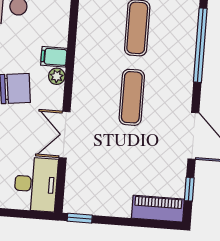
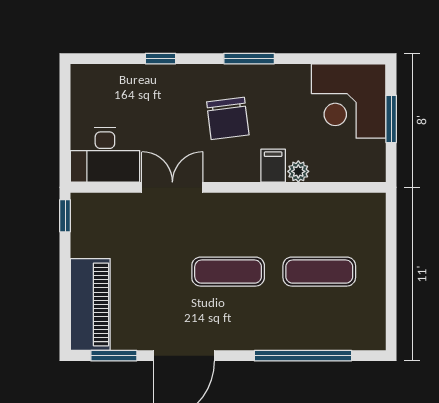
plant: (57, 76) -> (298, 171), moved
window: (189, 189) -> (114, 356), width x1.50
piano: (158, 209) -> (90, 304), width x1.37, depth x1.33

